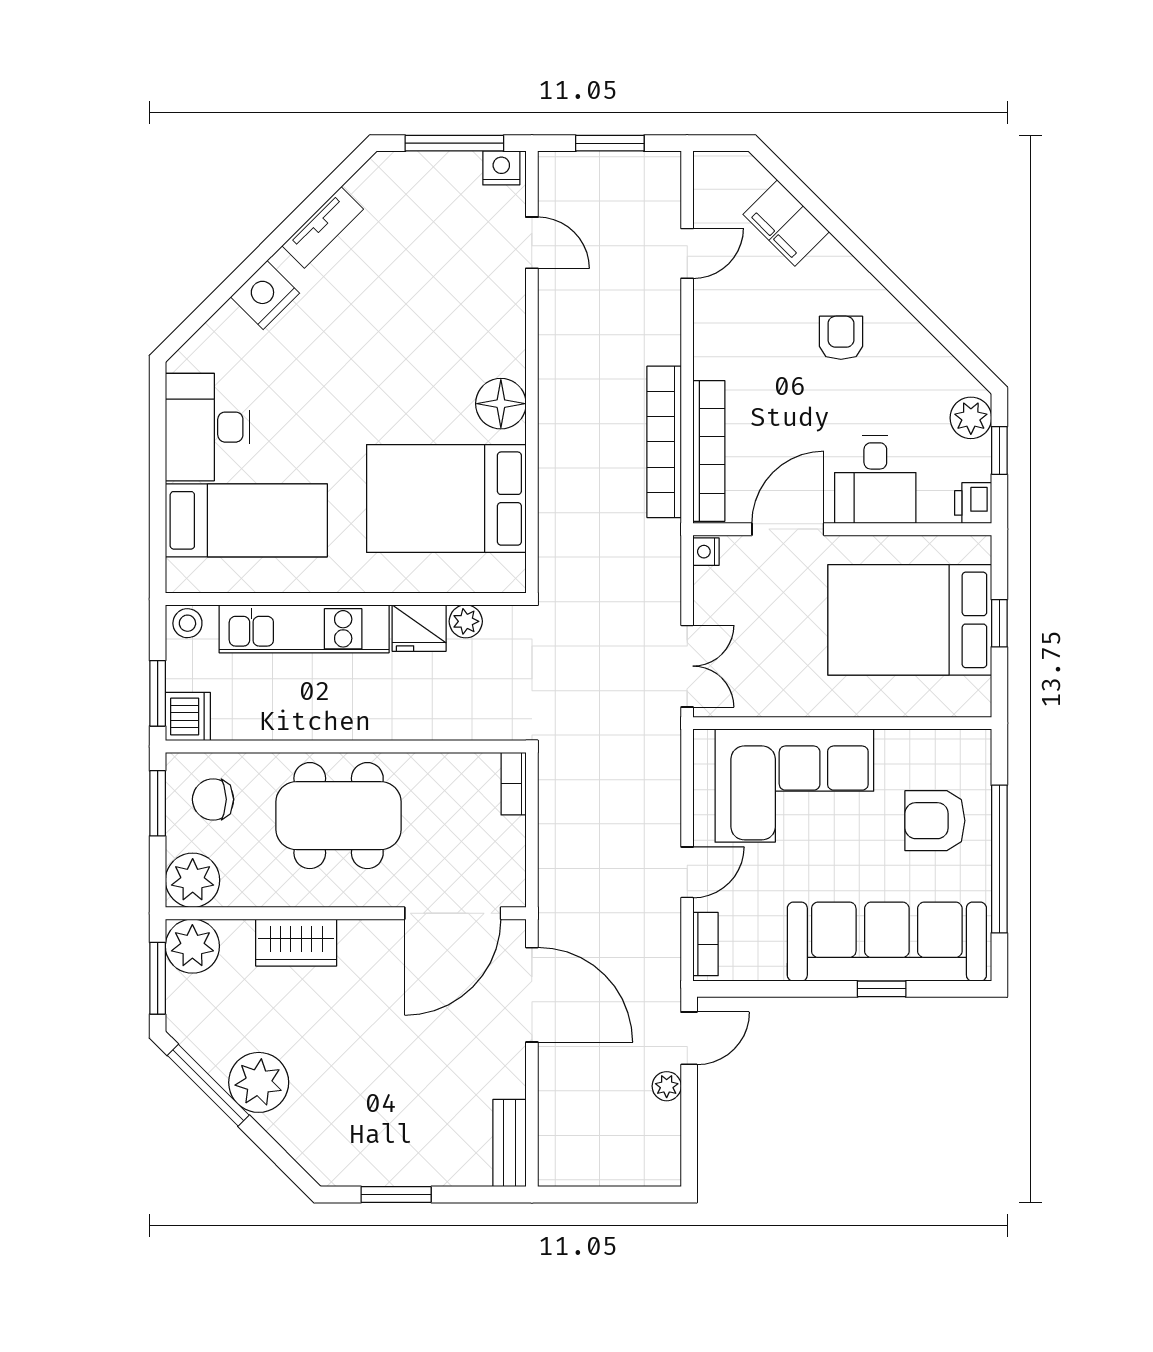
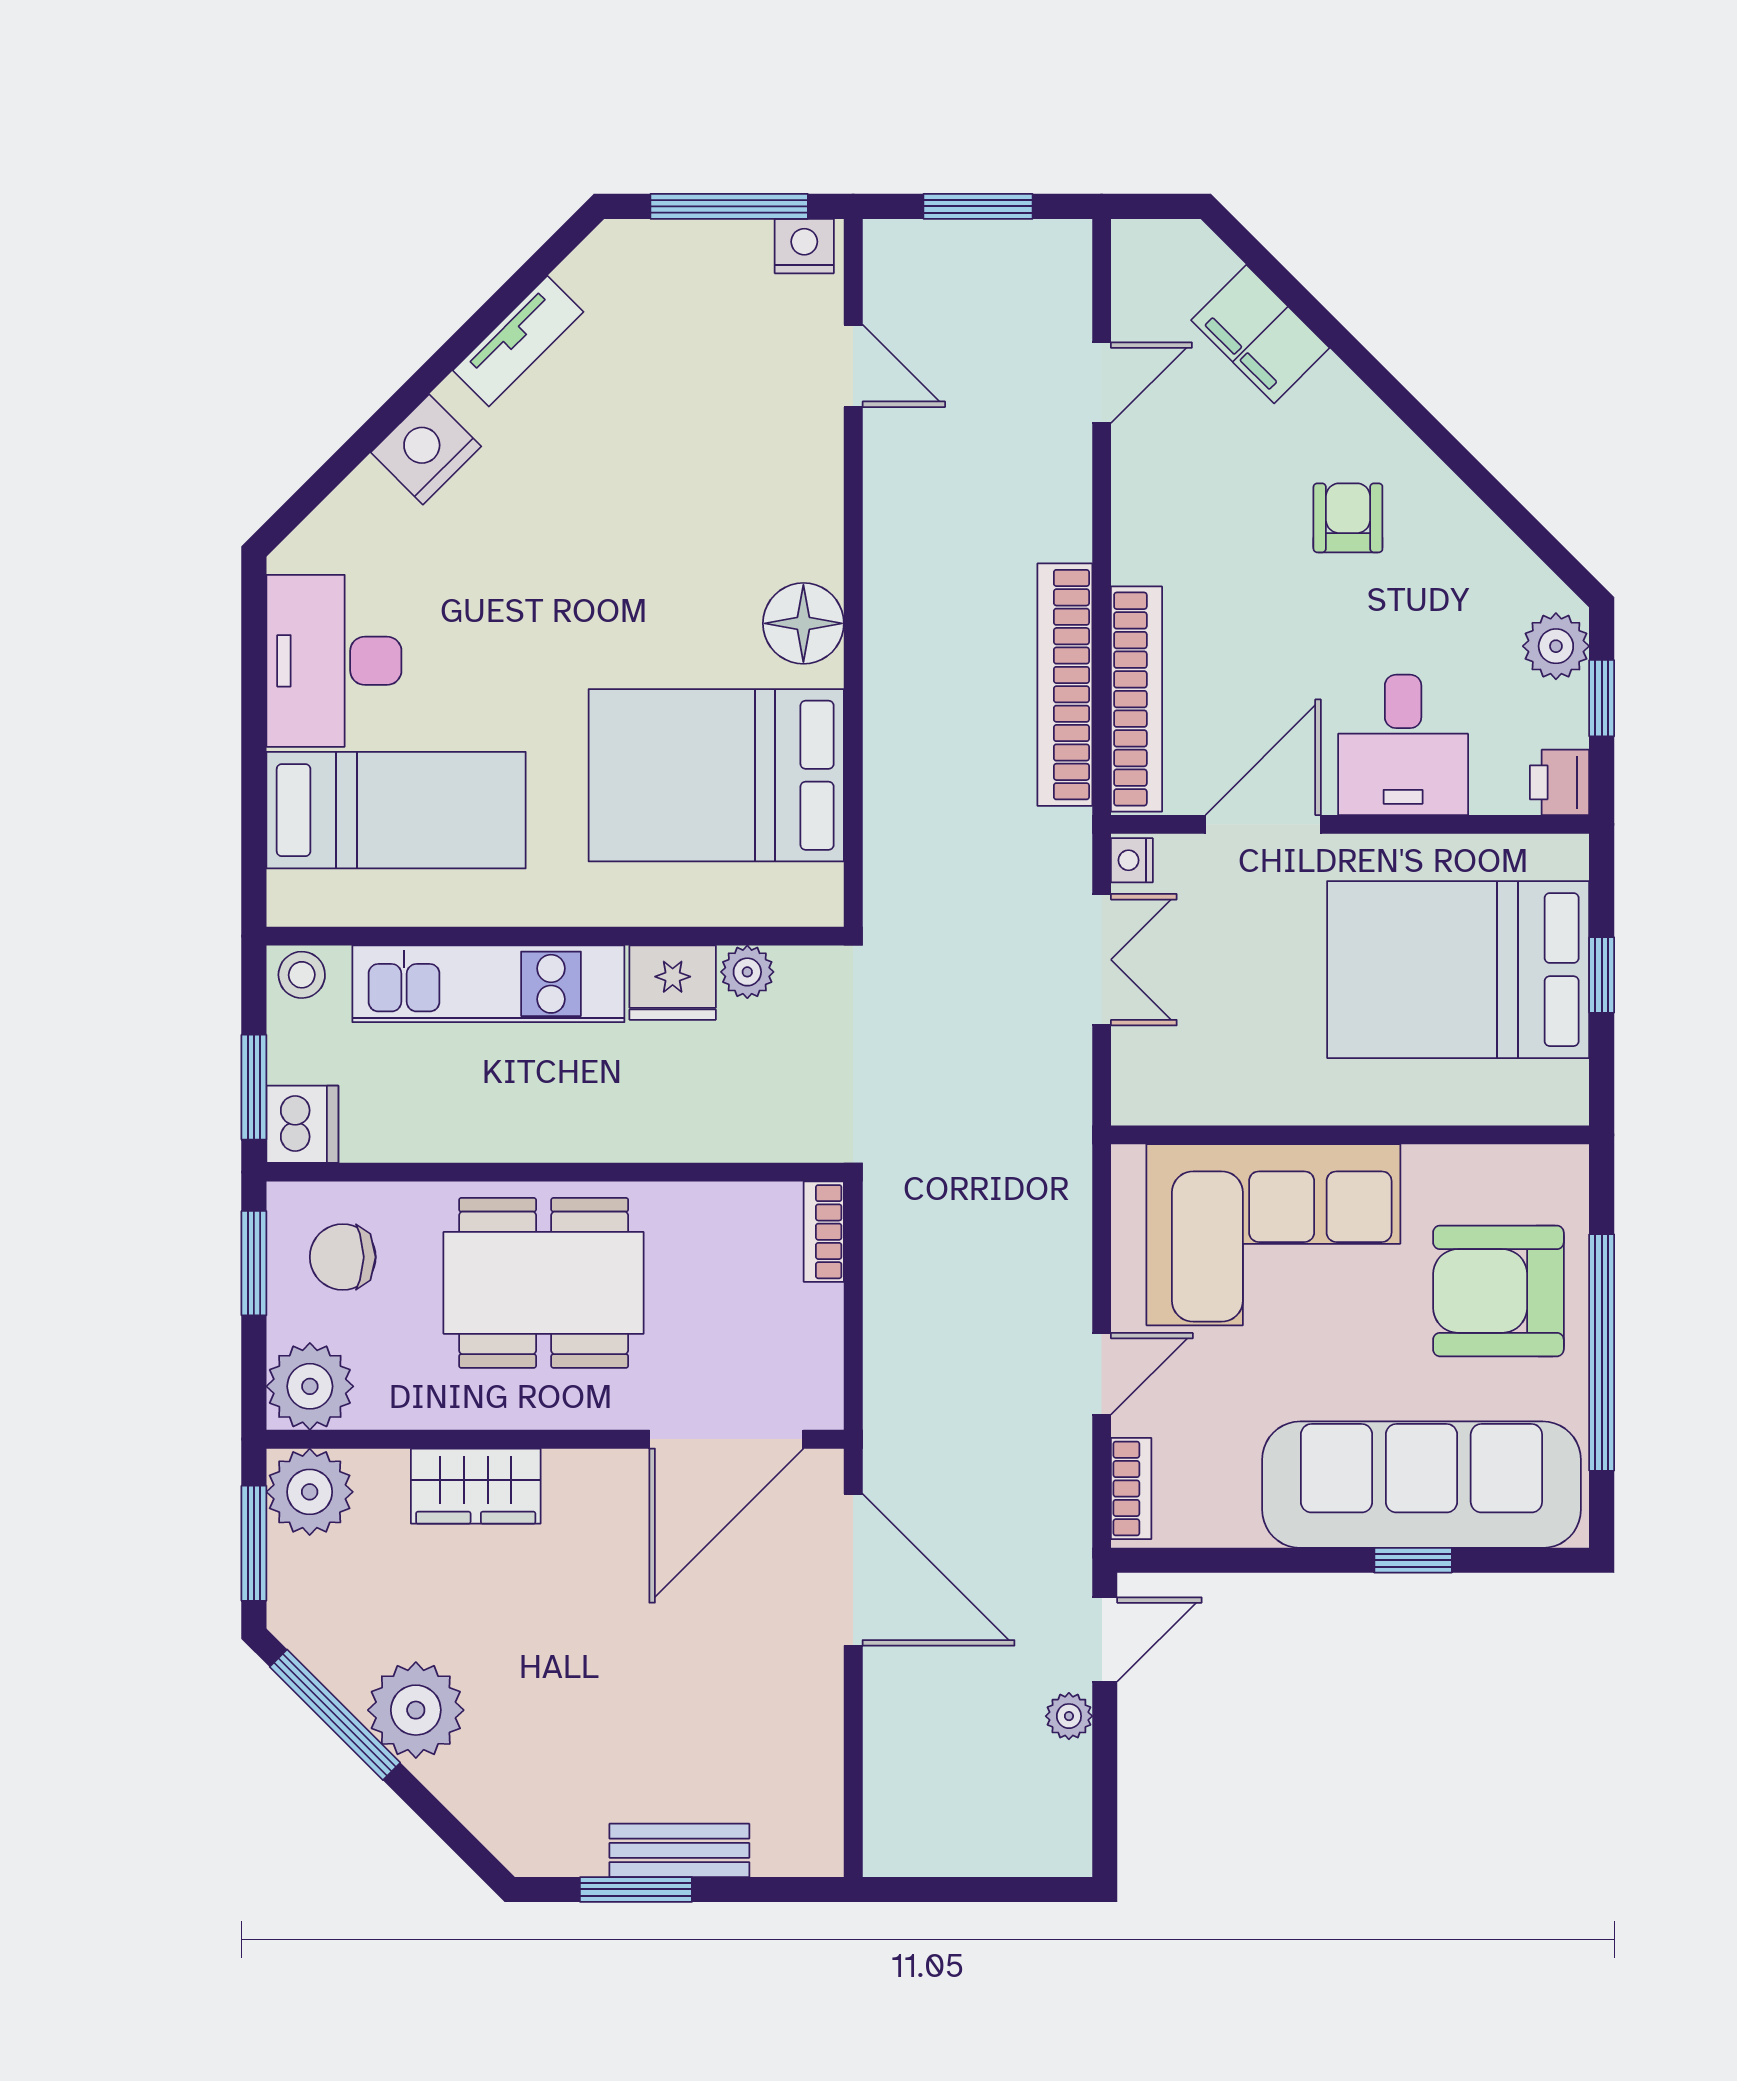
double door: (687, 666) -> (1102, 960), moved
armchair: (935, 821) -> (1498, 1291), width x1.36, depth x1.36
bench: (509, 1143) -> (679, 1850), moved, turned 90

